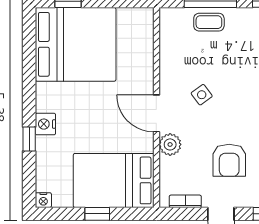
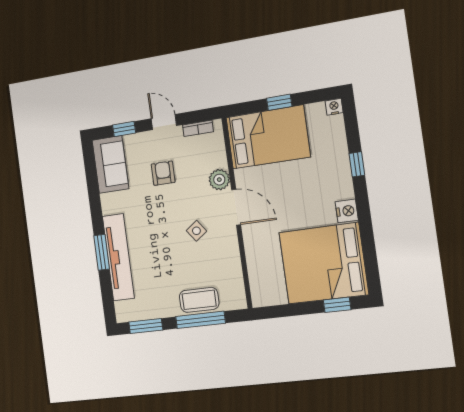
coffee table: (209, 22) -> (199, 300), width x1.36, depth x1.30
nightstand: (45, 124) -> (347, 211), moved
armchair: (229, 160) -> (163, 173), width x0.72, depth x0.72

